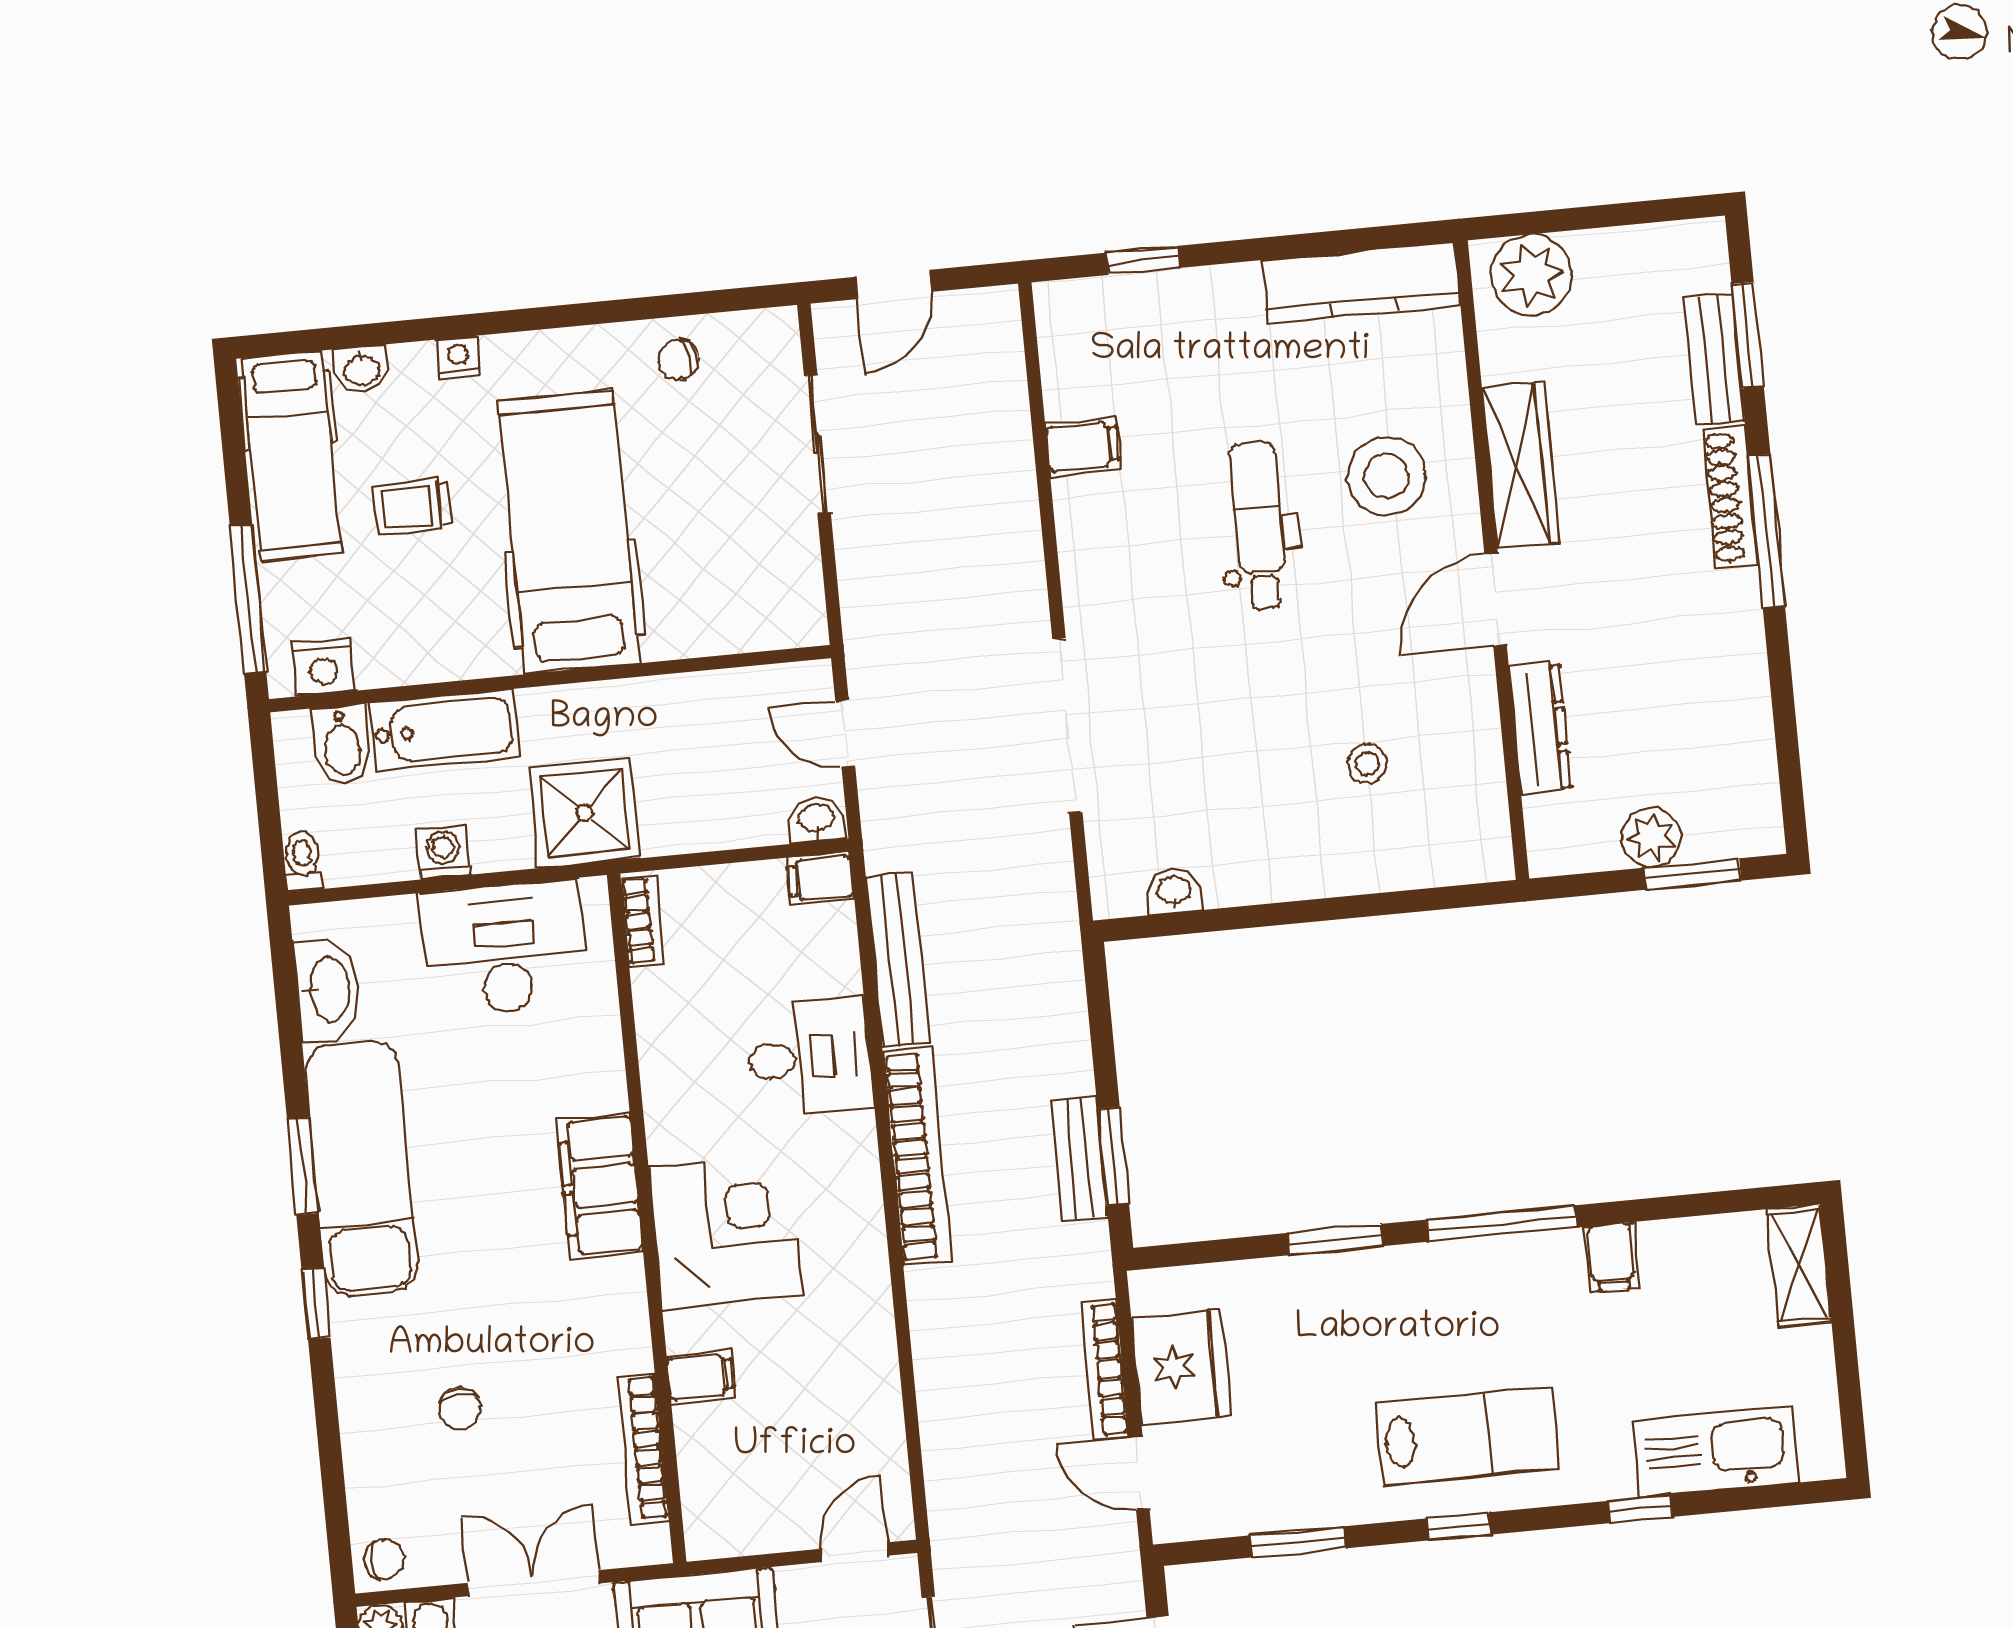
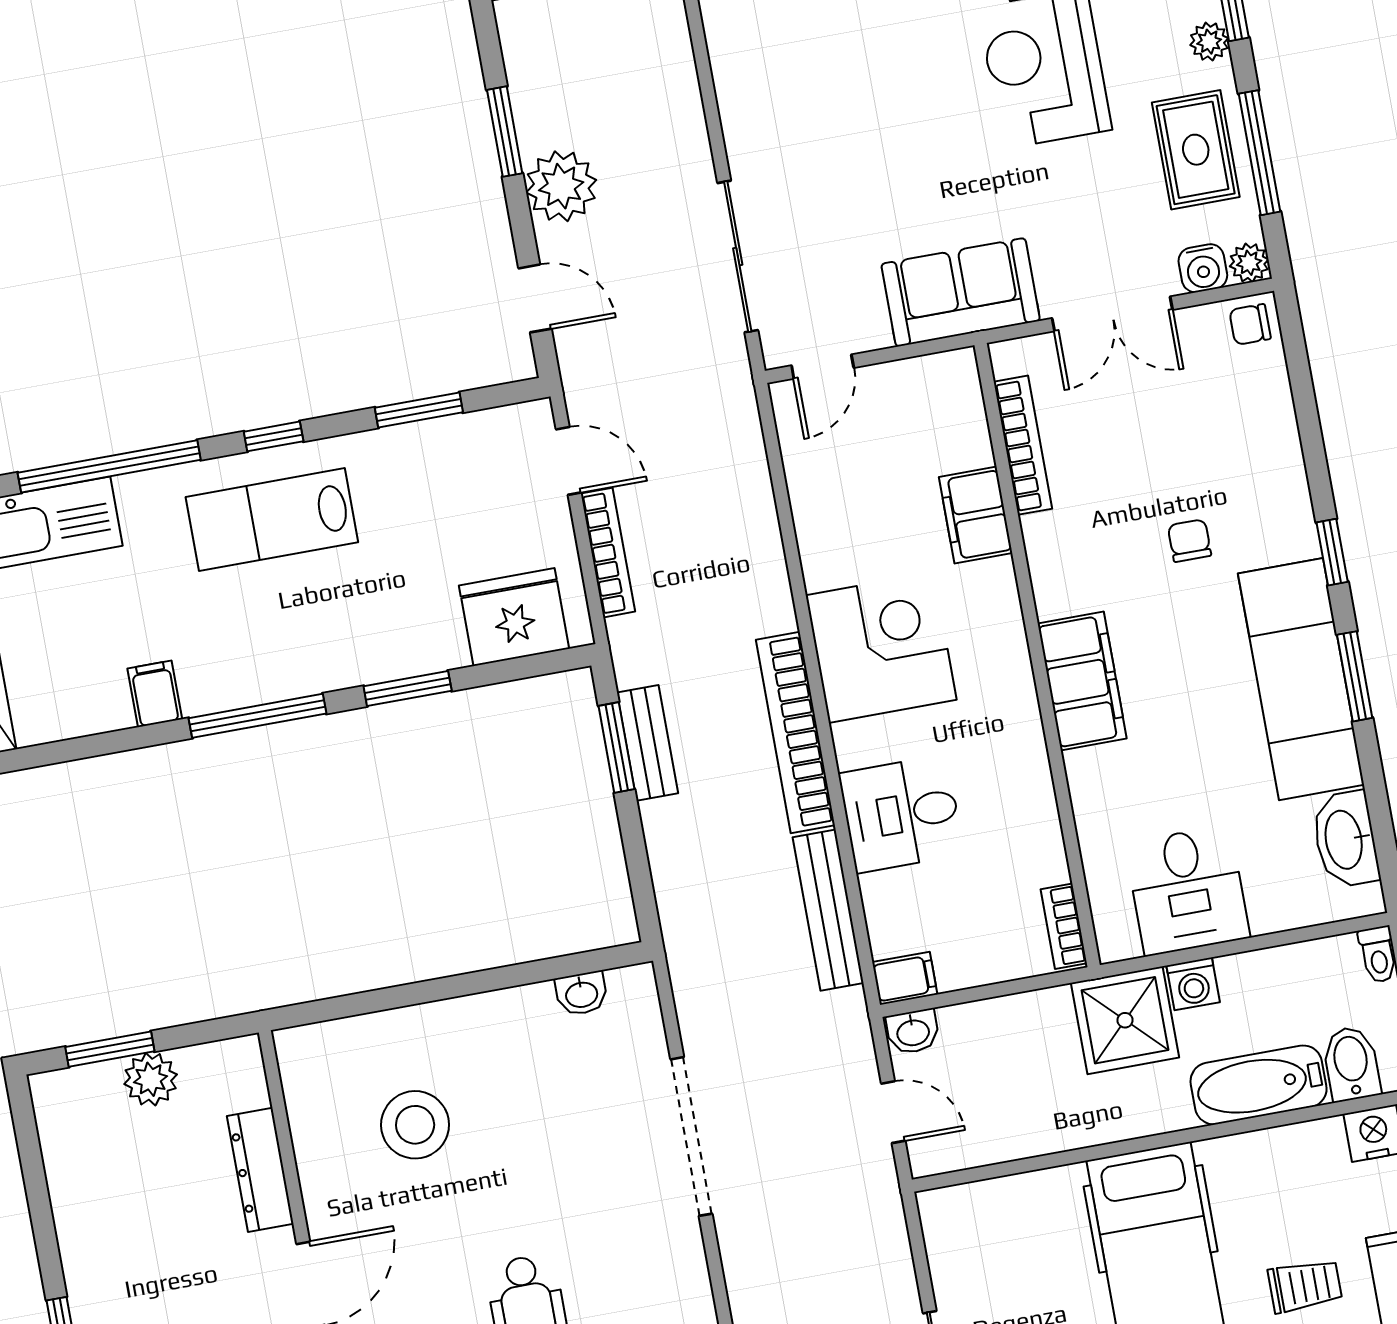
stool: (1367, 764) -> (415, 1125), width x1.89, depth x1.89
washing machine: (443, 852) -> (1193, 984), moved
desk: (504, 948) -> (1187, 890), width x0.73
corner desk: (726, 1232) -> (881, 647), moved, turned 180
fridge: (1181, 1367) -> (514, 617), moved, turned 90
filing cabinet: (701, 1377) -> (976, 515), width x2.00
chair: (460, 1409) -> (1189, 541), moved
window: (1640, 1509) -> (109, 466), width x3.17

